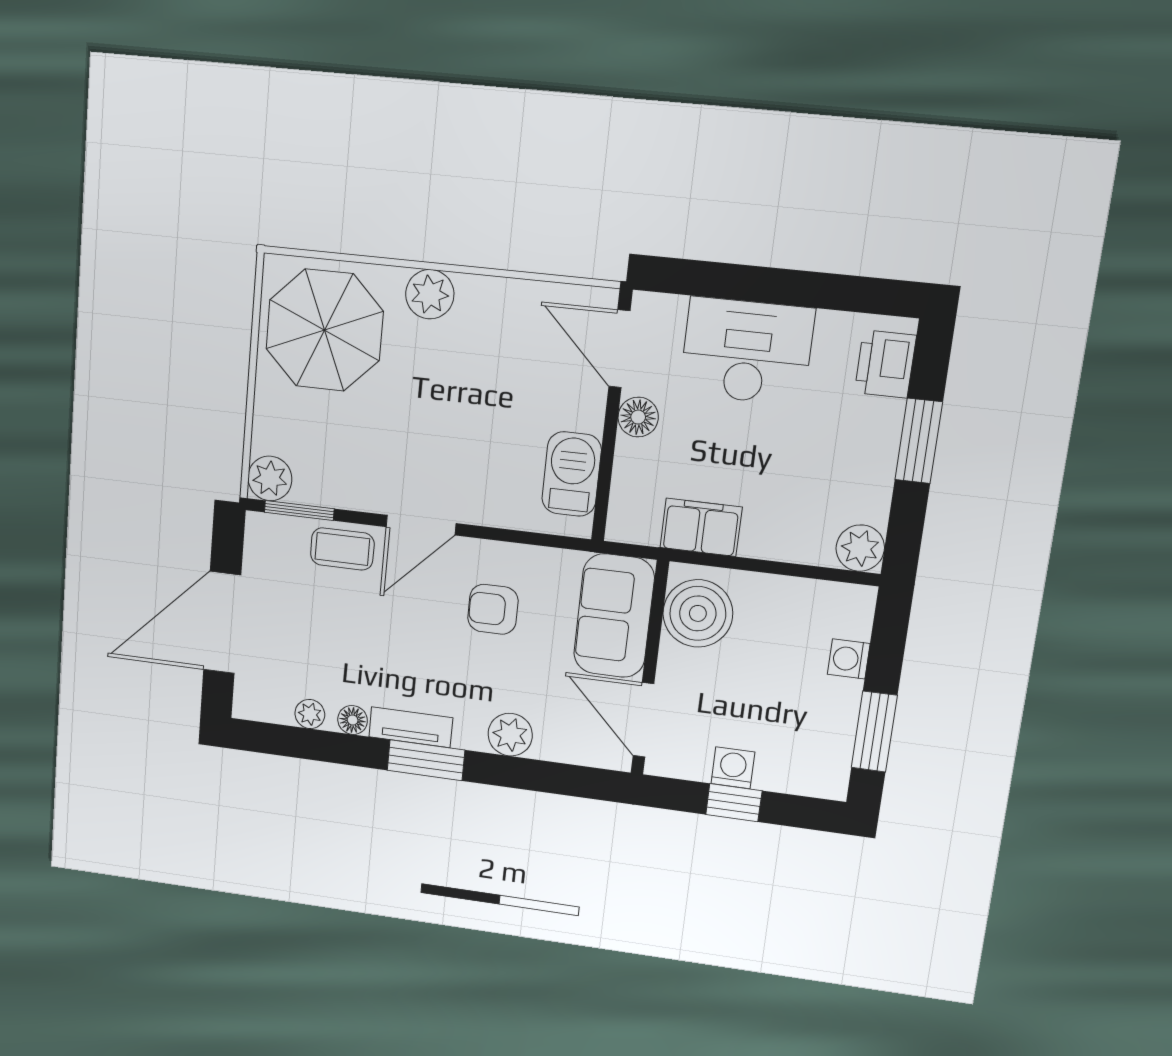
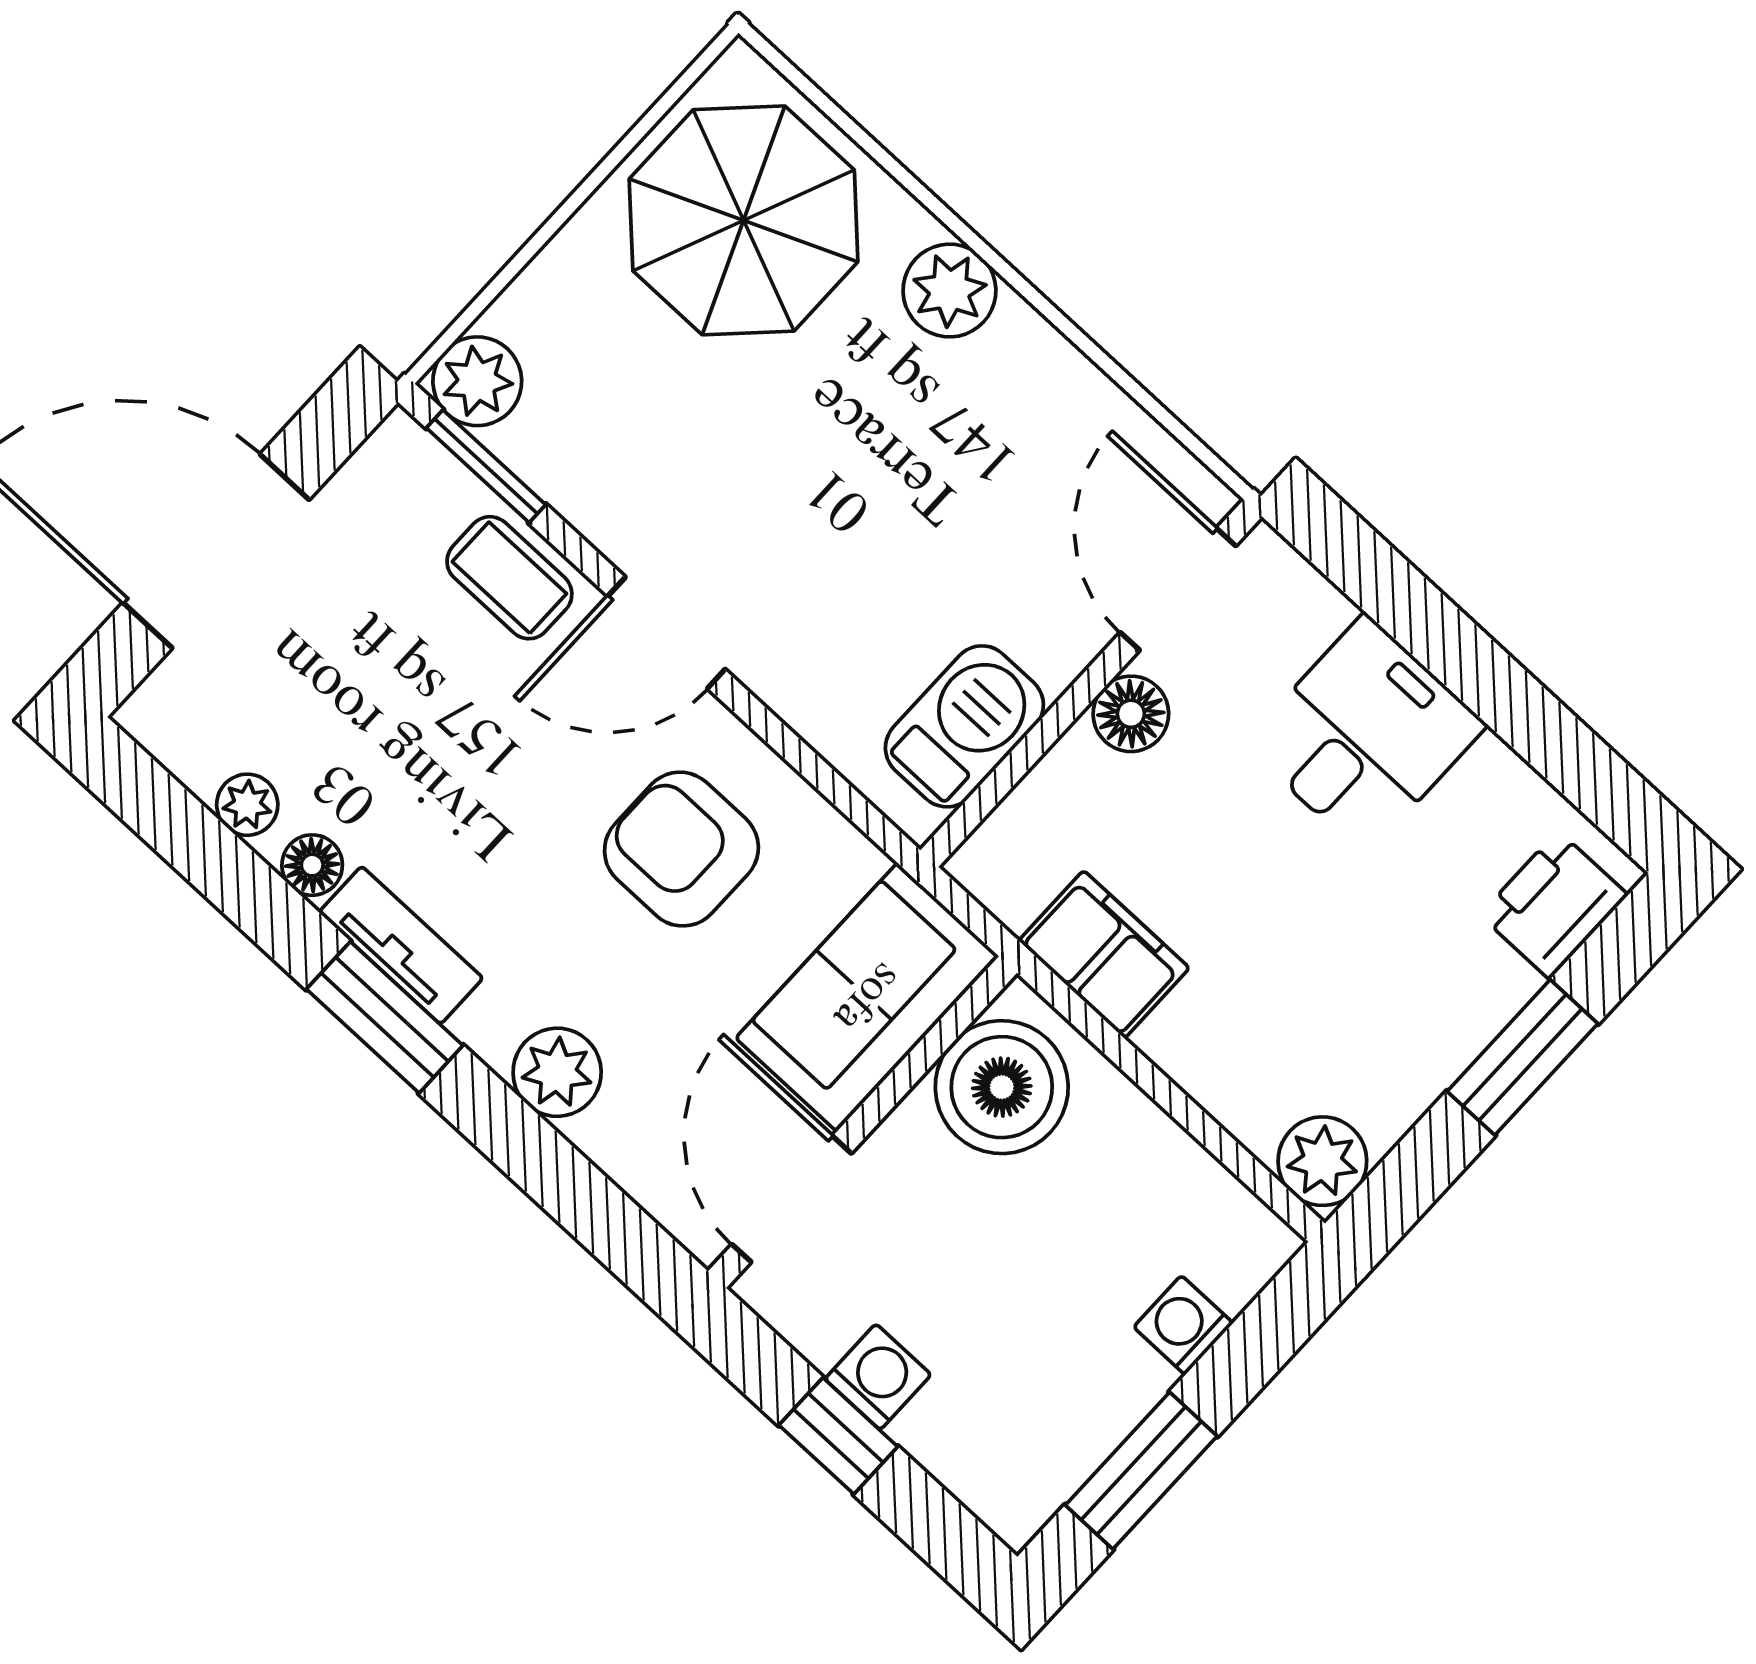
desk: (747, 351) -> (1365, 735), width x0.73
armchair: (493, 609) -> (681, 849), width x1.38, depth x1.38

